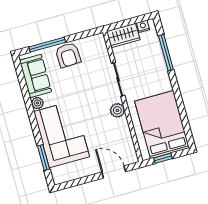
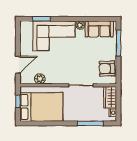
armchair: (68, 55) -> (107, 69), moved
plant: (117, 110) -> (40, 79), moved

